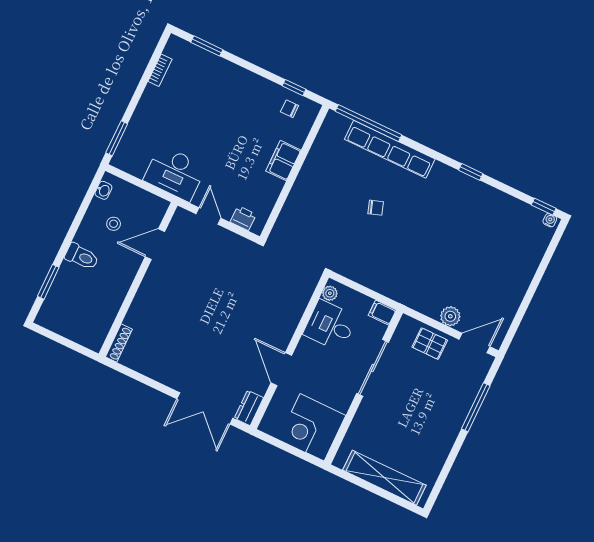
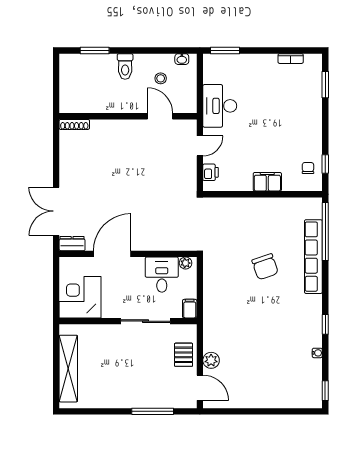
chair: (376, 208) -> (265, 267), width x1.87, depth x1.87
water cooler: (550, 220) -> (317, 353), moved
door: (281, 369) -> (112, 254), width x1.36

